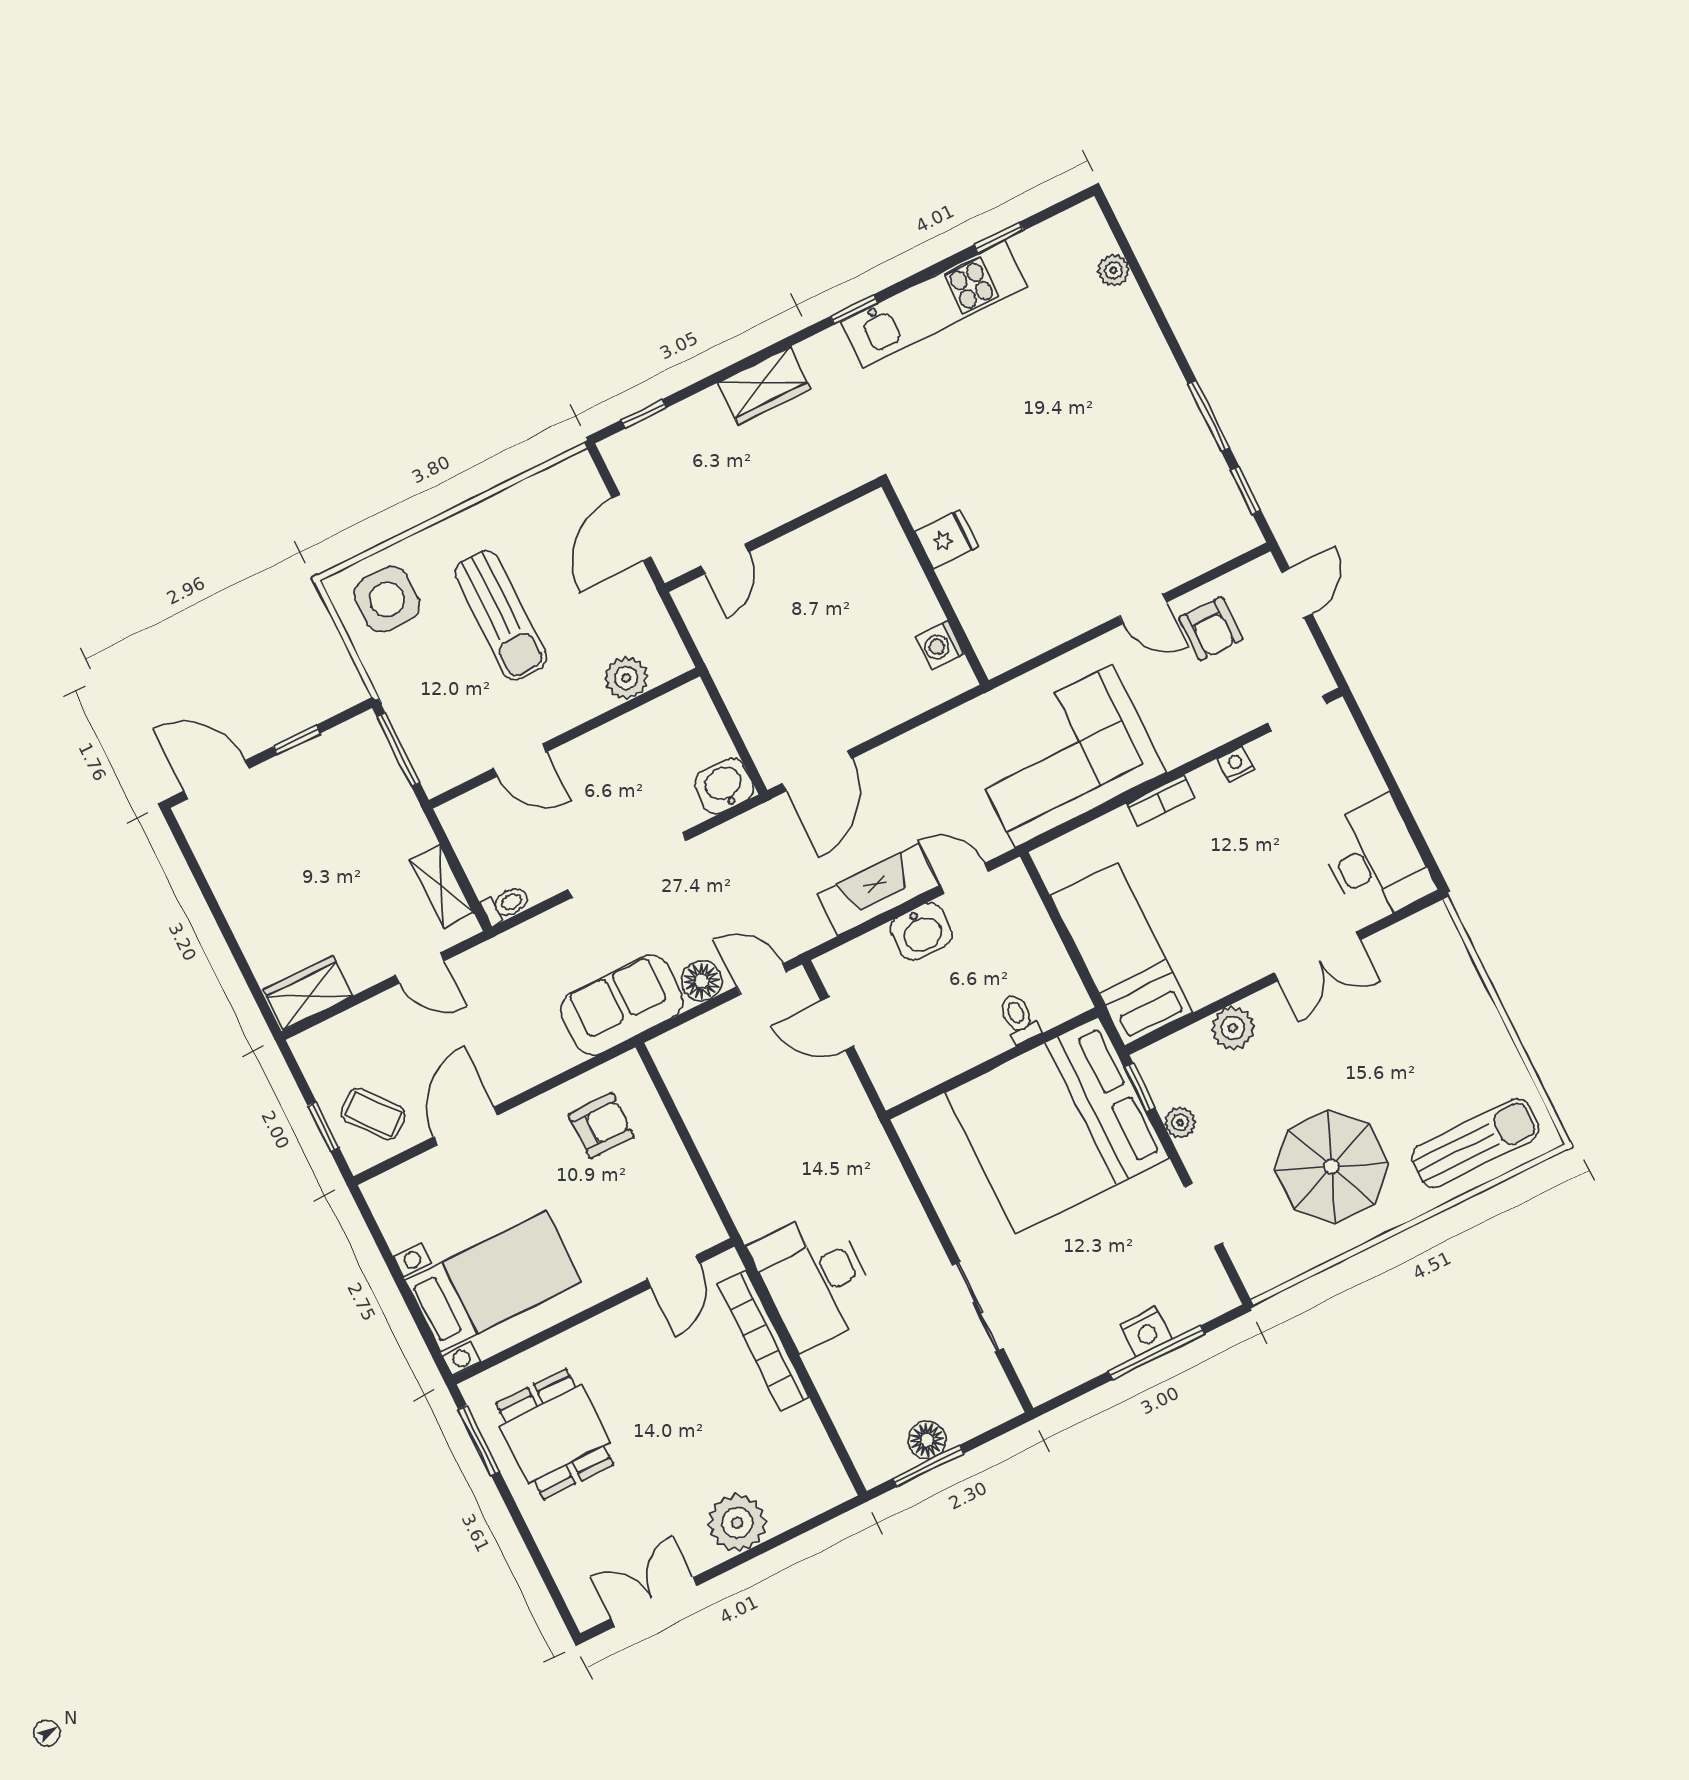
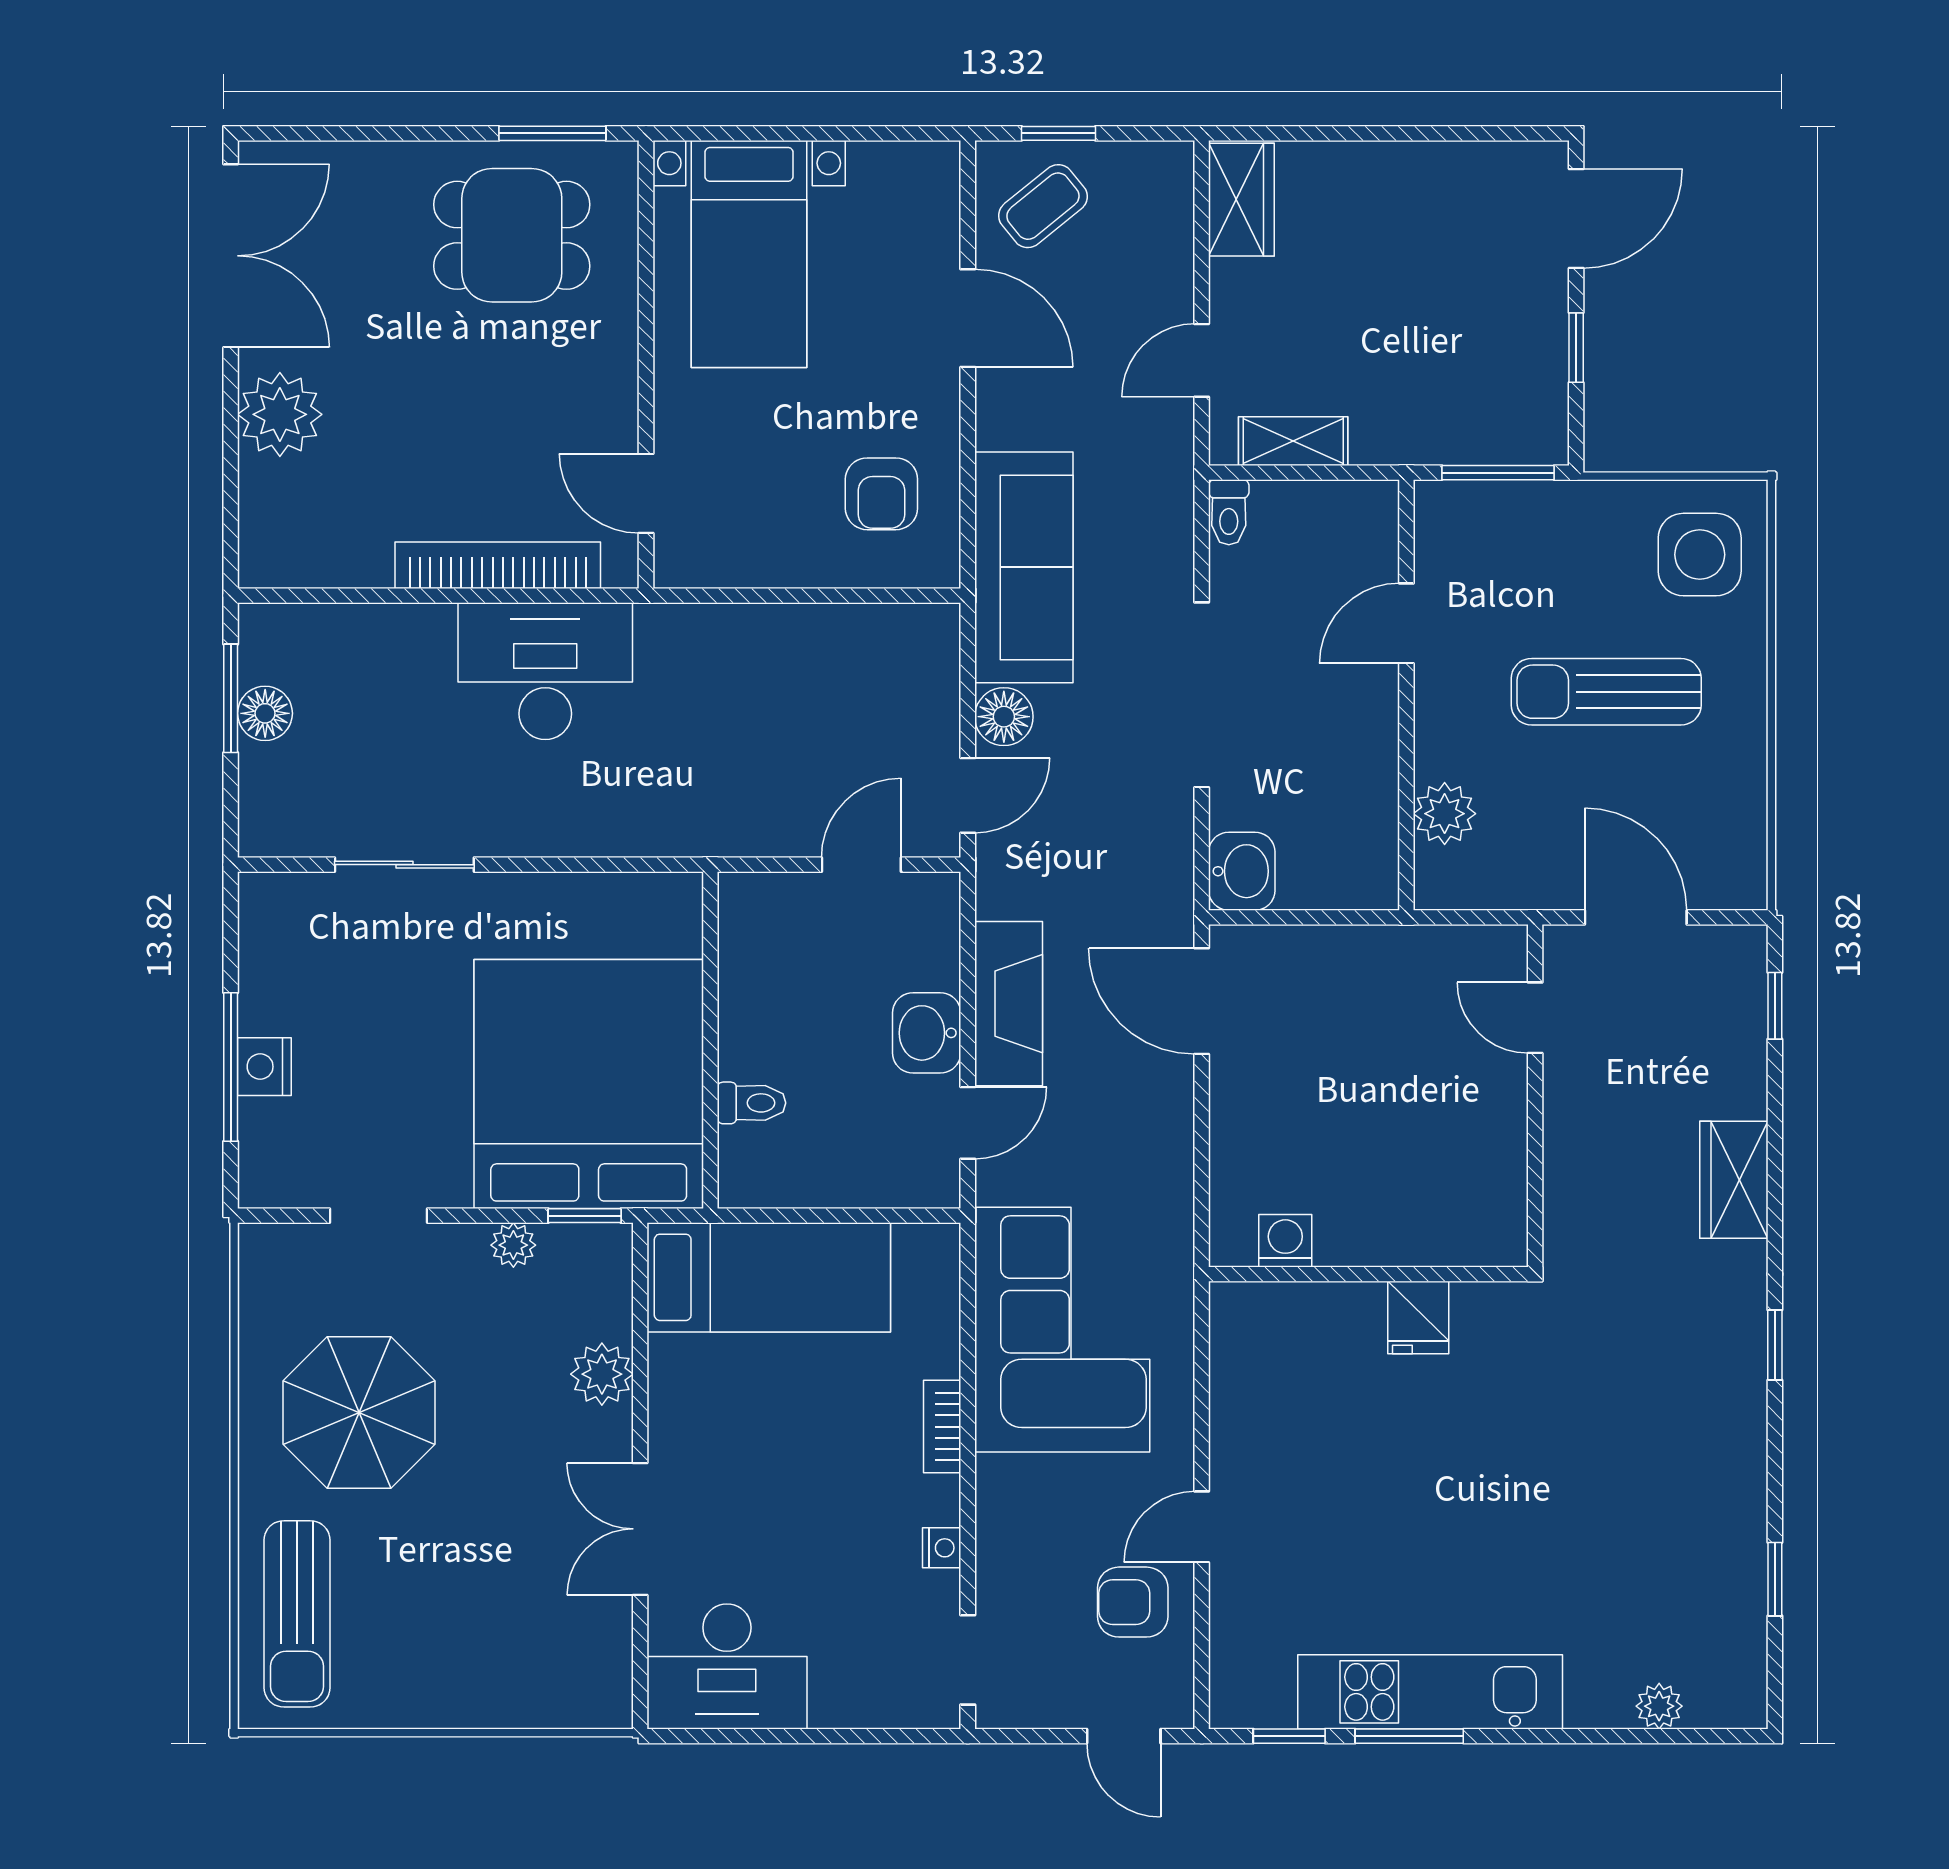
kitchen unit: (934, 304) -> (1430, 1692), moved, turned 90
sofa: (622, 1005) -> (1024, 567), width x1.36
double door: (654, 1602) -> (231, 256), width x1.37

